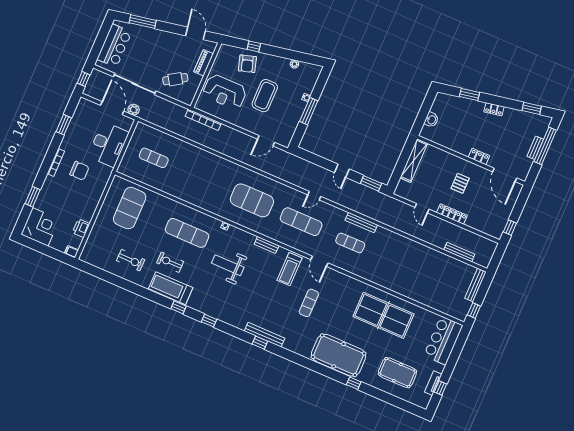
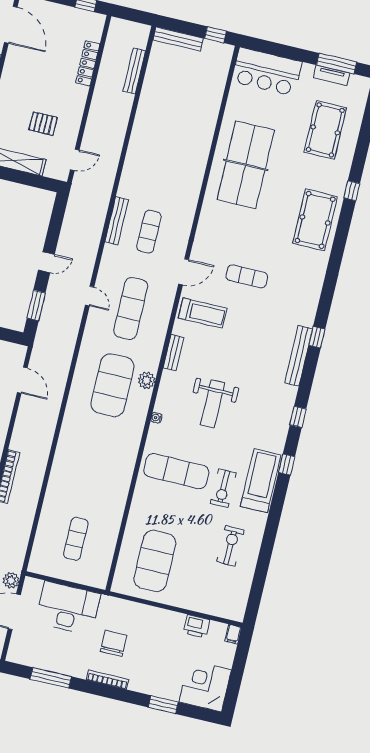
window: (64, 125) -> (51, 678), width x1.44
door: (505, 175) -> (11, 25), hinge flipped
window: (371, 183) -> (36, 305), moved
pallet: (460, 183) -> (43, 124), moved
exercise mat: (130, 208) -> (155, 561), turned 90
door: (422, 208) -> (75, 160), moved
locker: (452, 214) -> (88, 63), moved
plant: (251, 224) -> (147, 380), added
exercise mat: (187, 233) -> (176, 471), turned 90
treadmill: (171, 288) -> (261, 481), turned 180
bench: (265, 335) -> (299, 356), moved
pool table: (339, 355) -> (315, 220), width x0.73, depth x0.76
window: (440, 388) -> (337, 64), width x2.17

